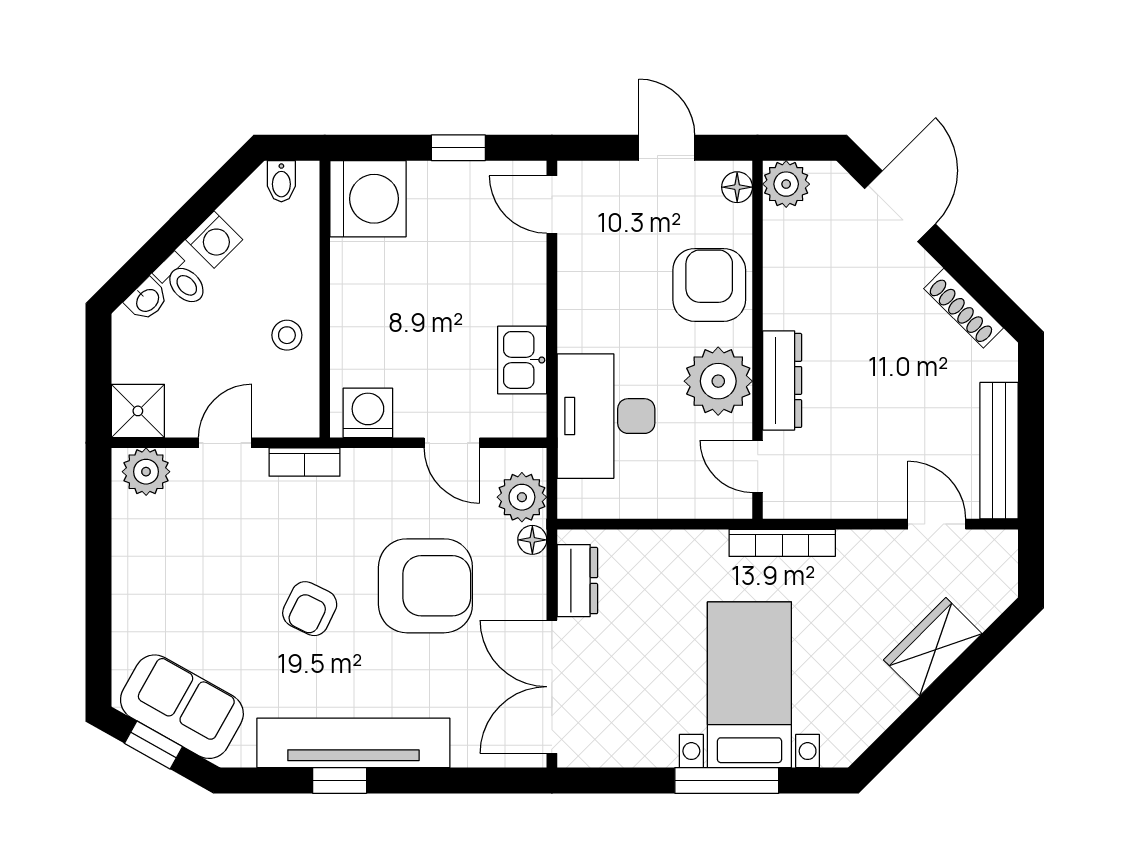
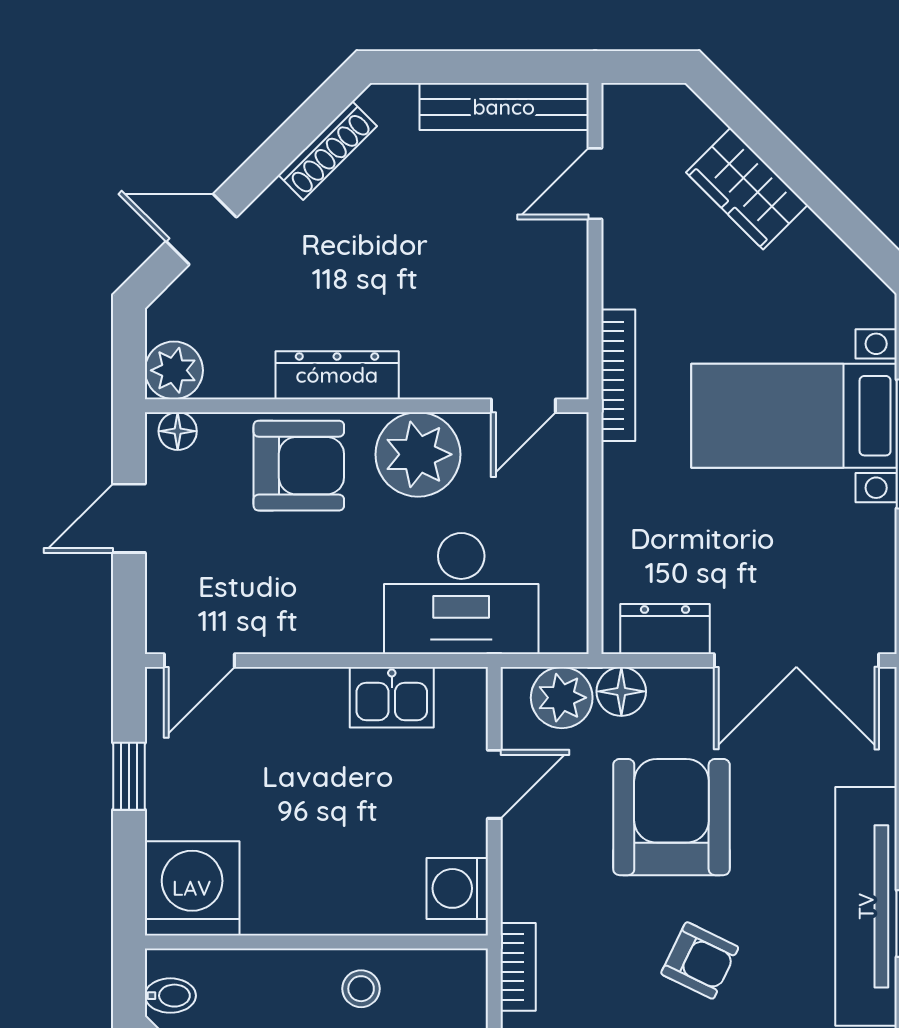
door: (900, 206) -> (201, 229), width x0.73
armchair: (709, 285) -> (299, 466), turned 180
dresser: (782, 380) -> (337, 375), moved
floor lamp: (532, 540) -> (621, 691), width x1.37, depth x1.37

